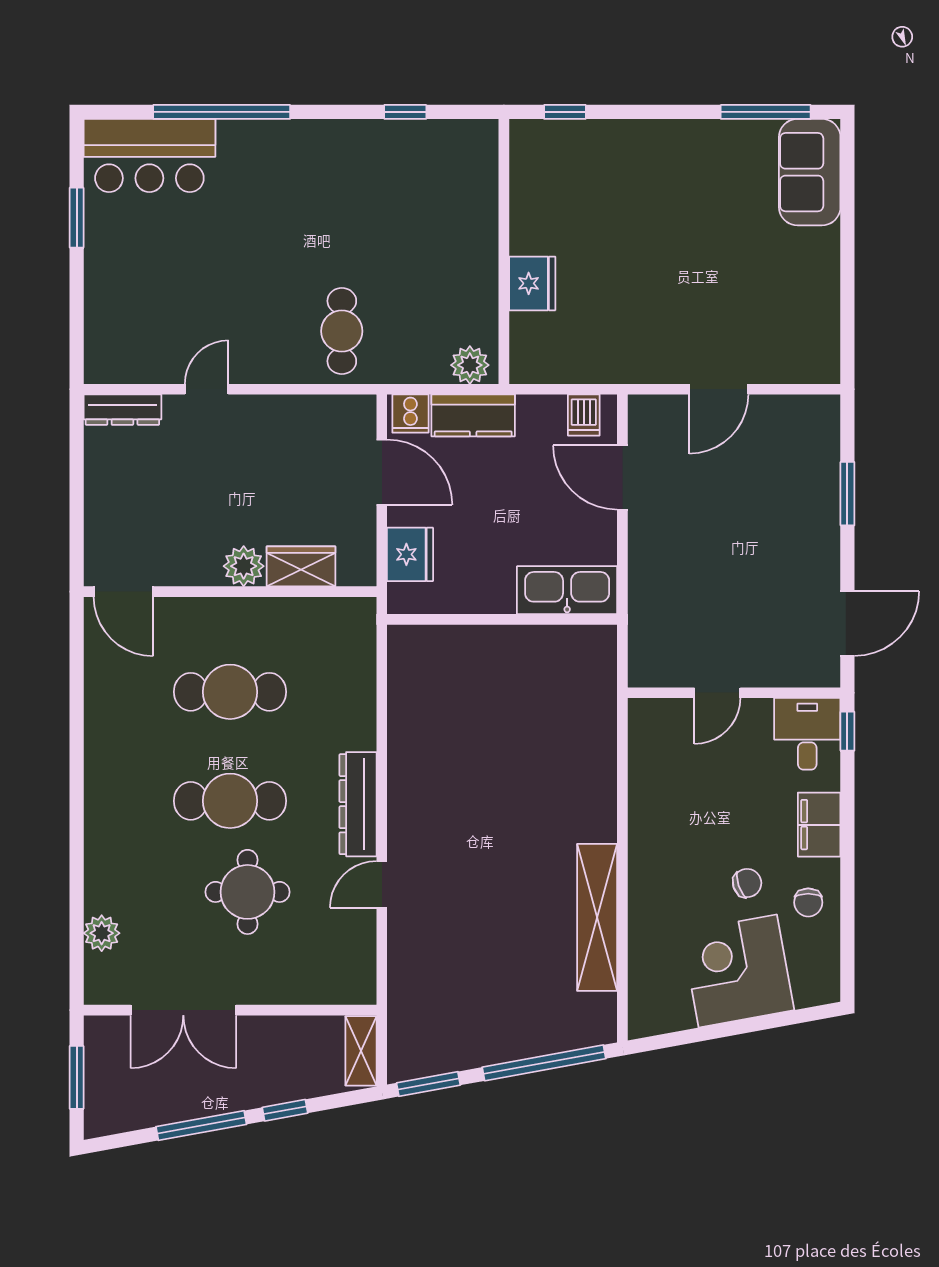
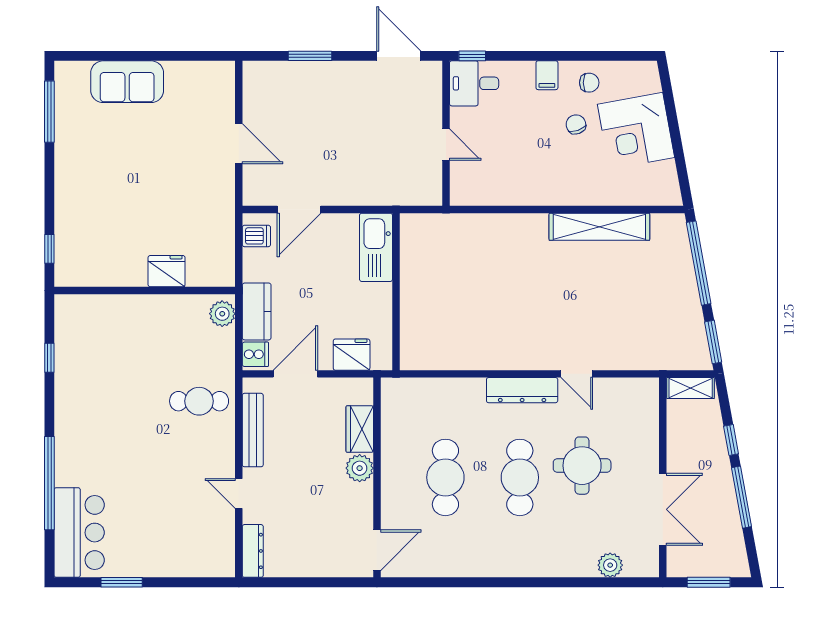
sofa: (810, 172) -> (127, 82), moved
bench: (299, 410) -> (253, 430), added
filing cabinet: (819, 825) -> (547, 75), width x0.50

